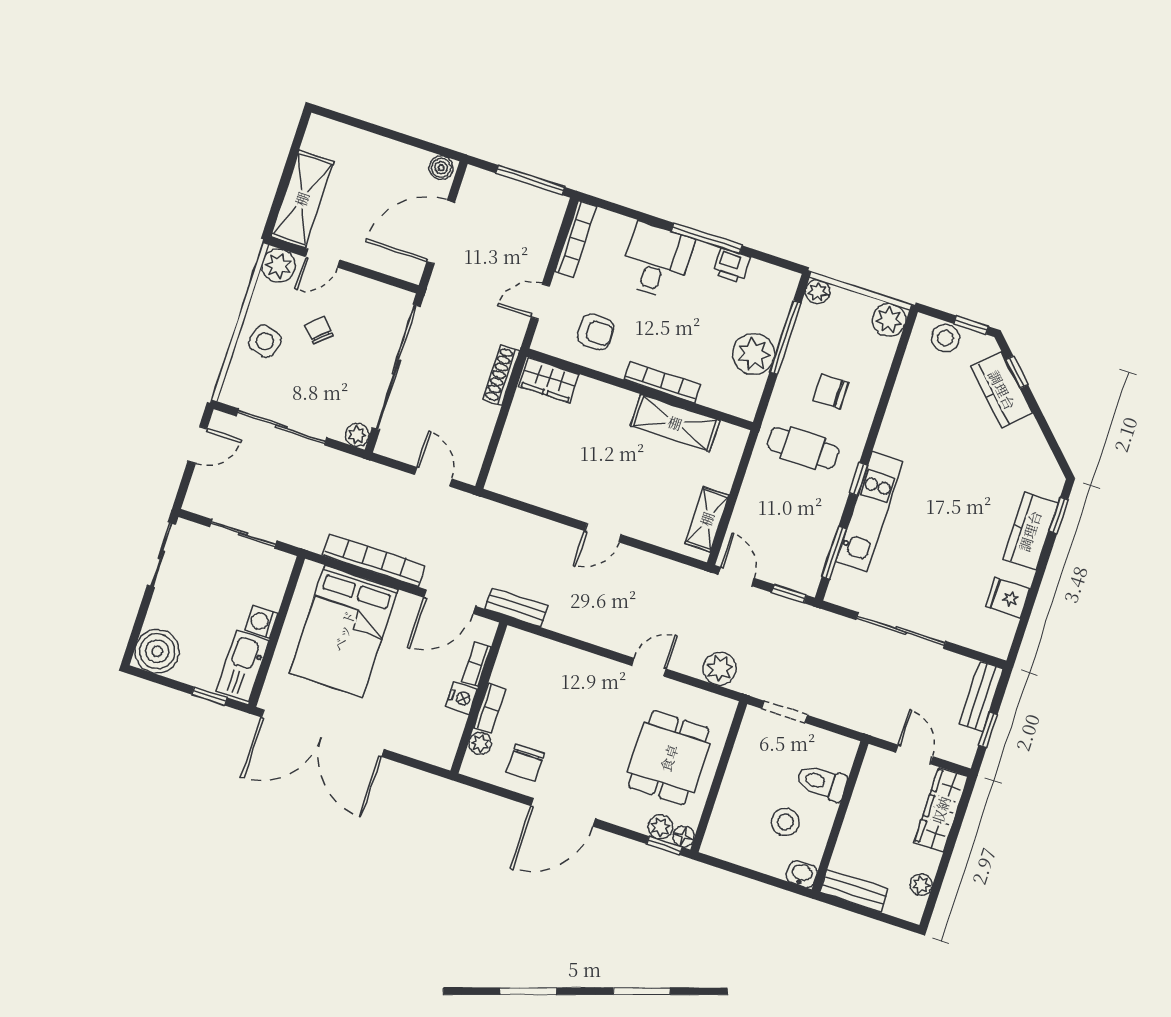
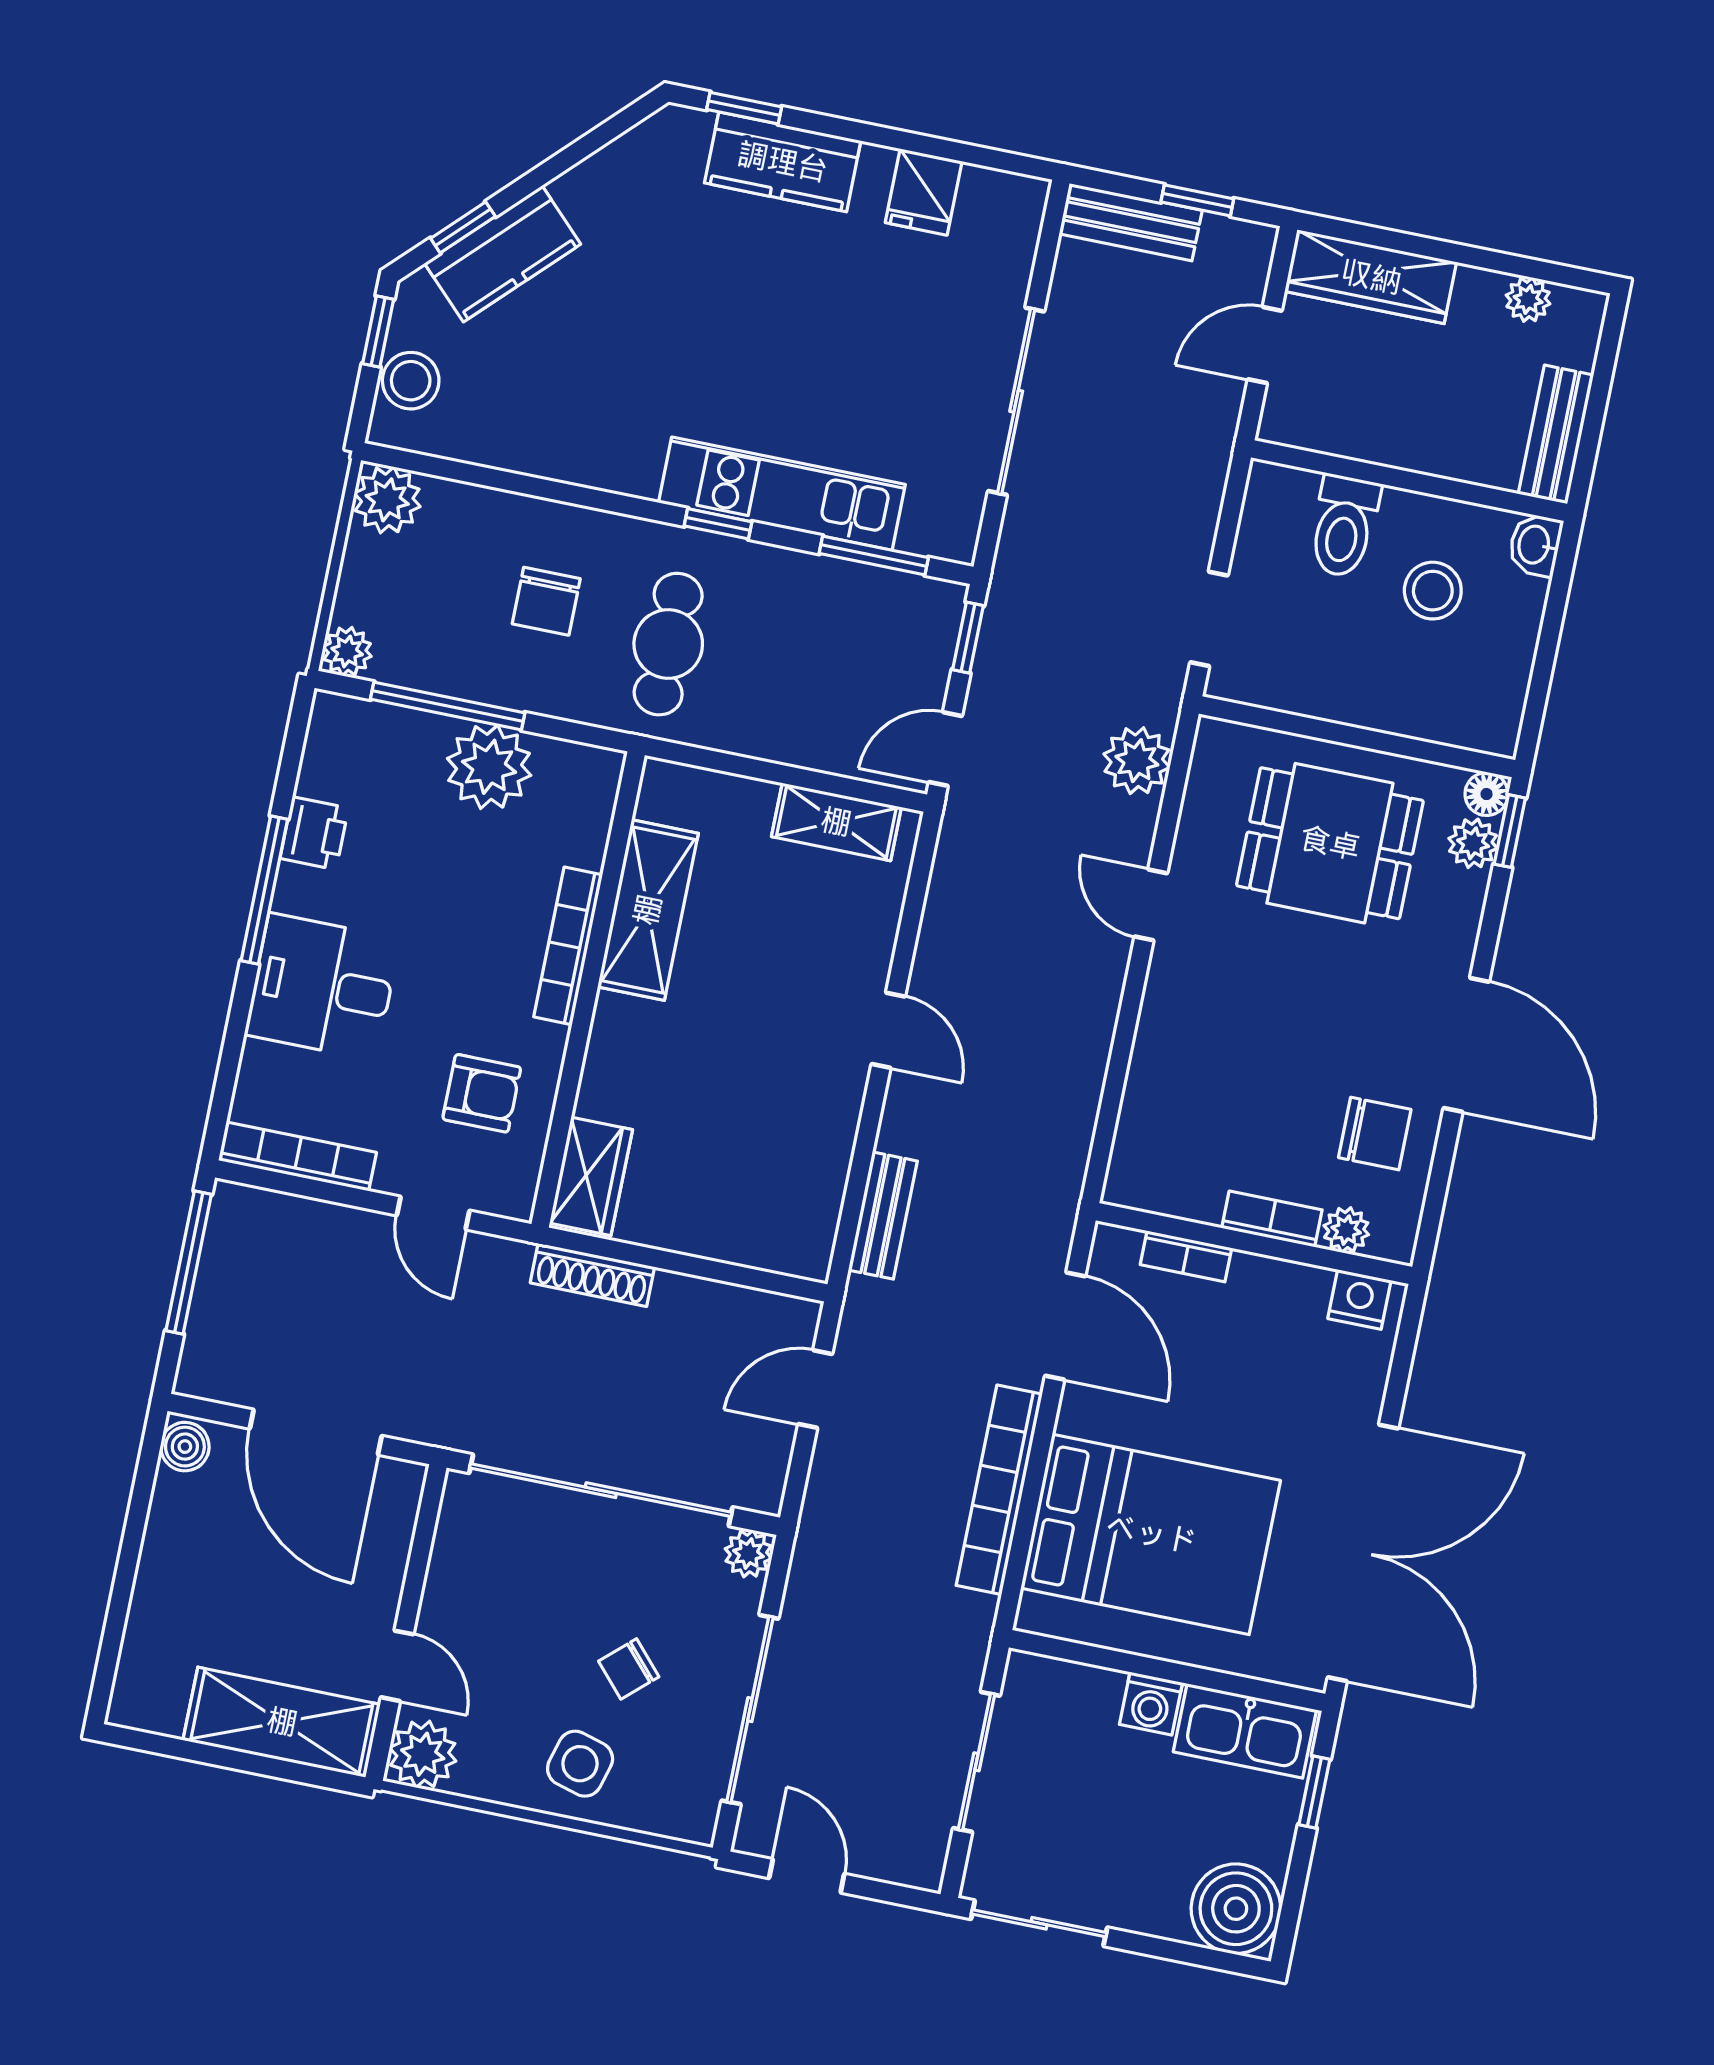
chair: (319, 330) -> (629, 1669), moved
armchair: (596, 332) -> (482, 1093), turned 90
bench: (516, 607) -> (883, 1216), moved
nightstand: (461, 698) -> (1359, 1299), moved

